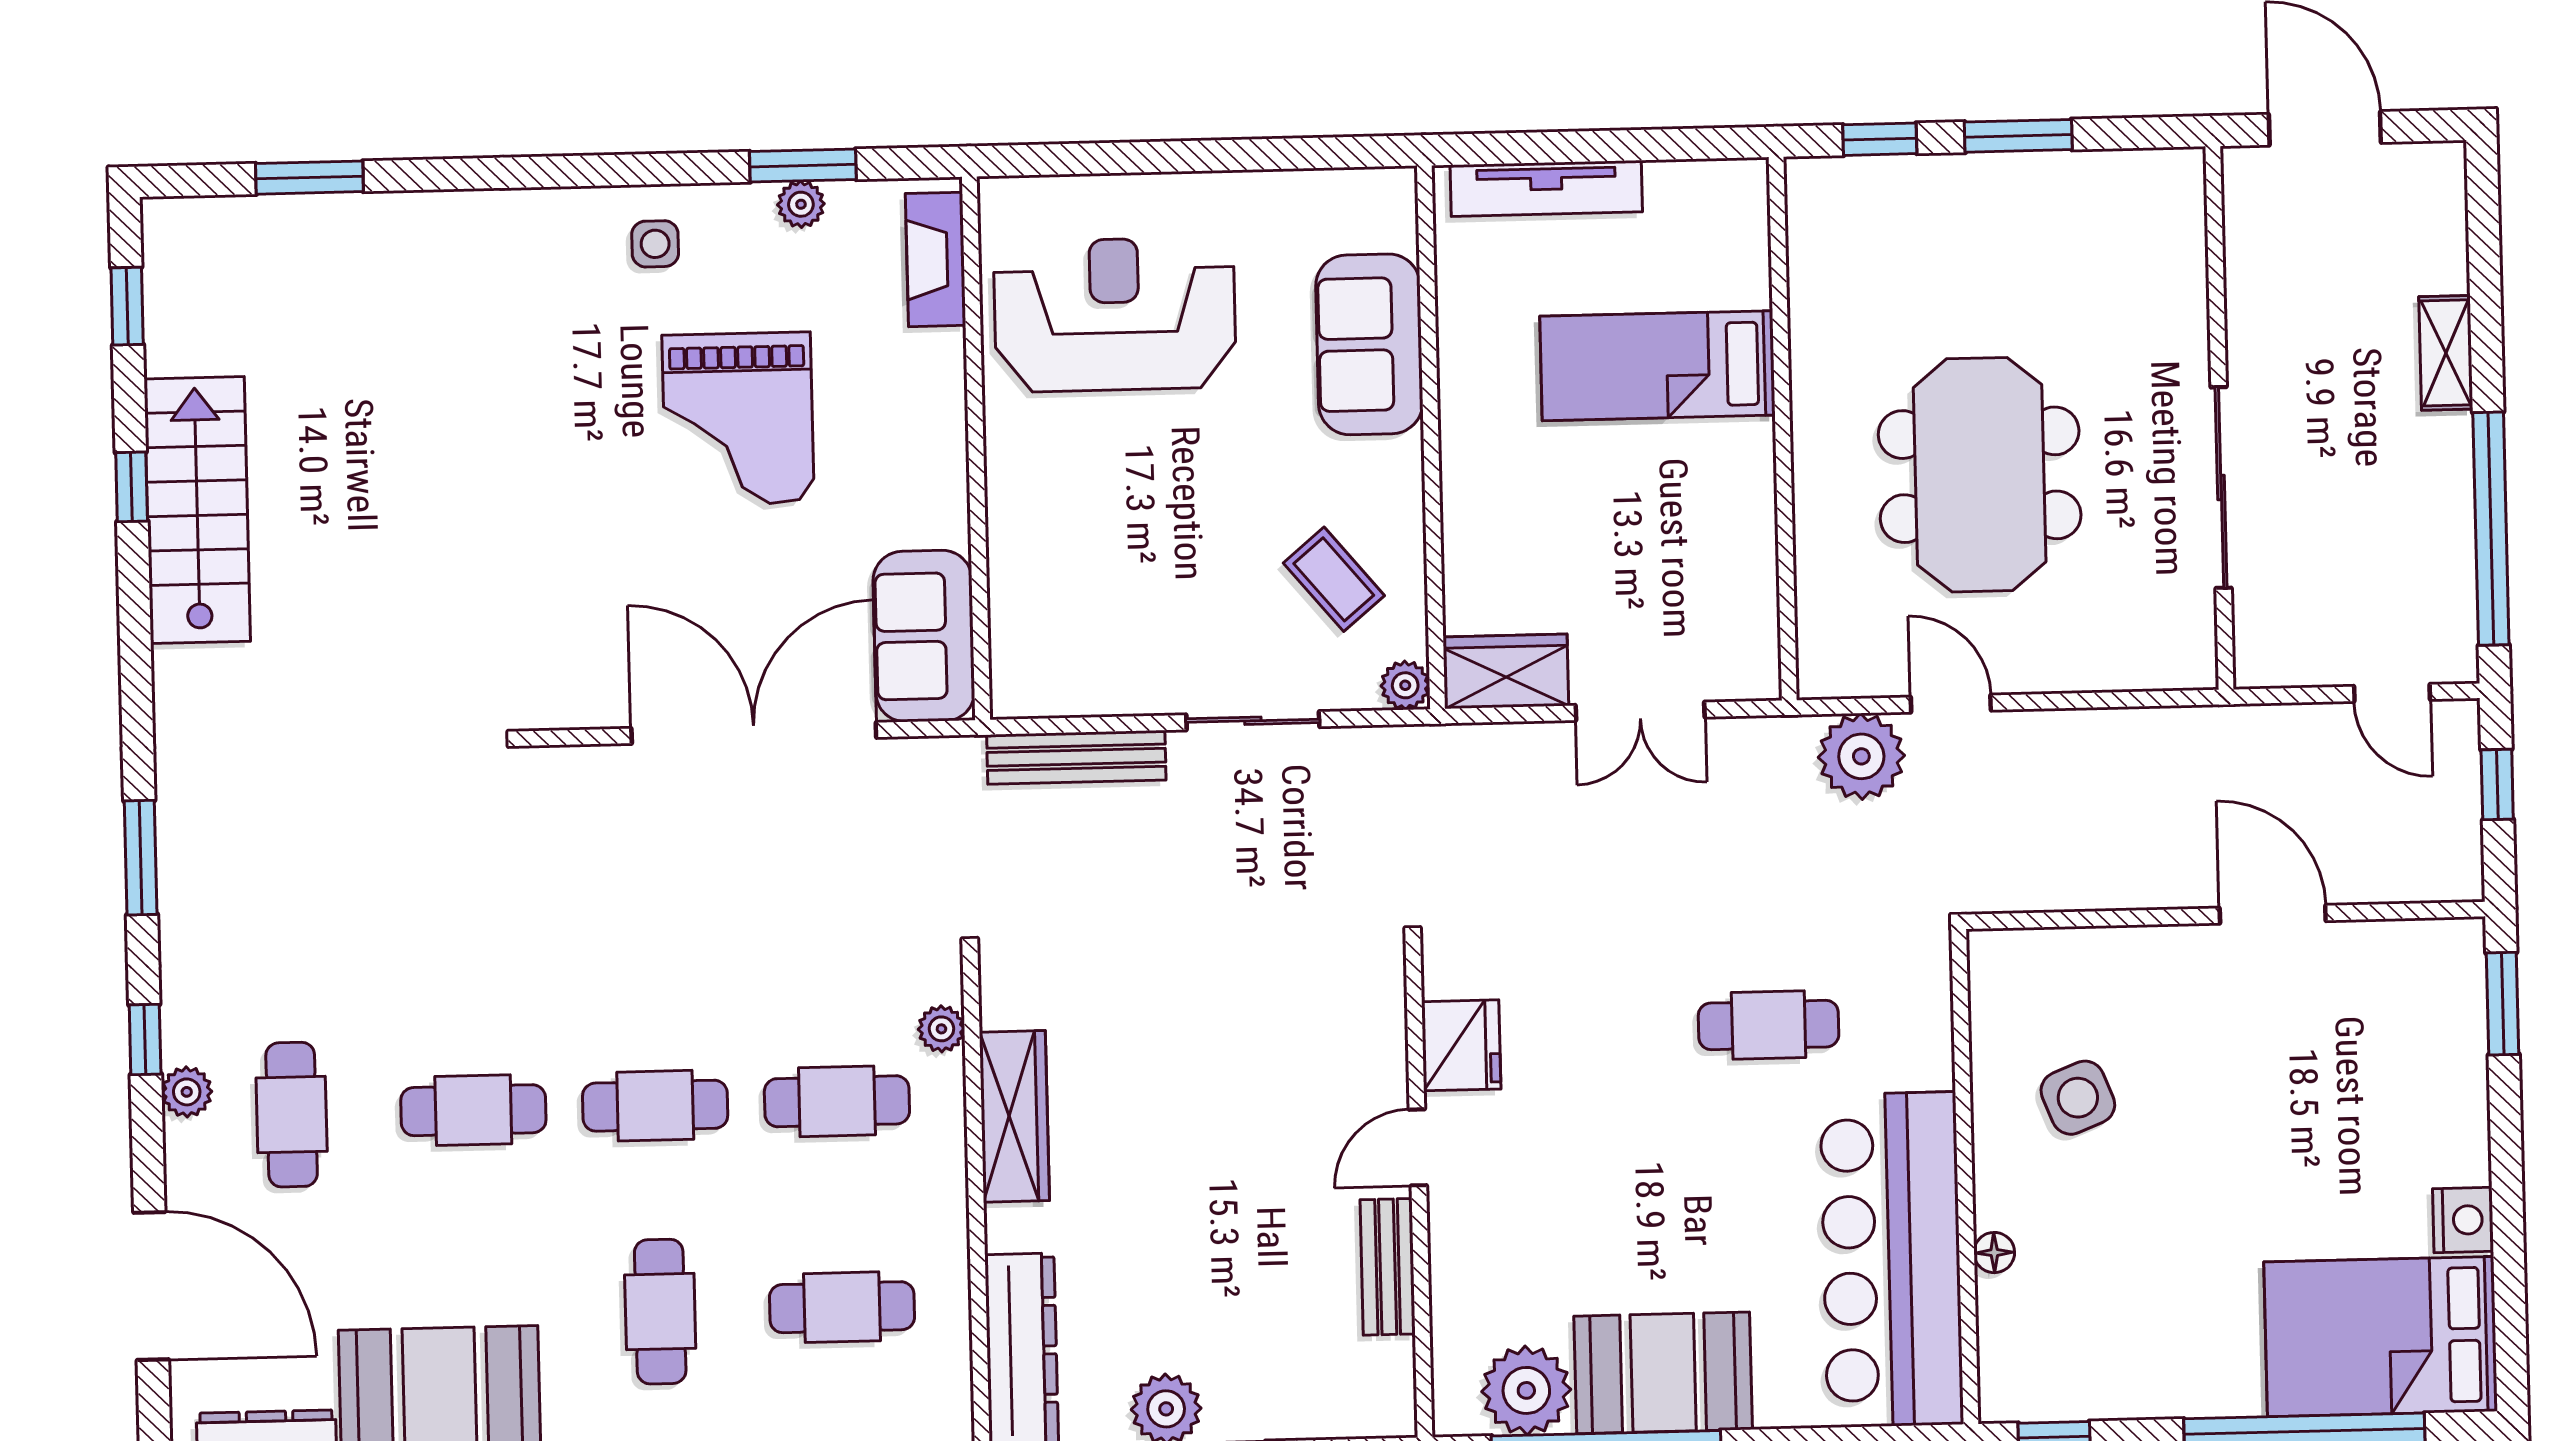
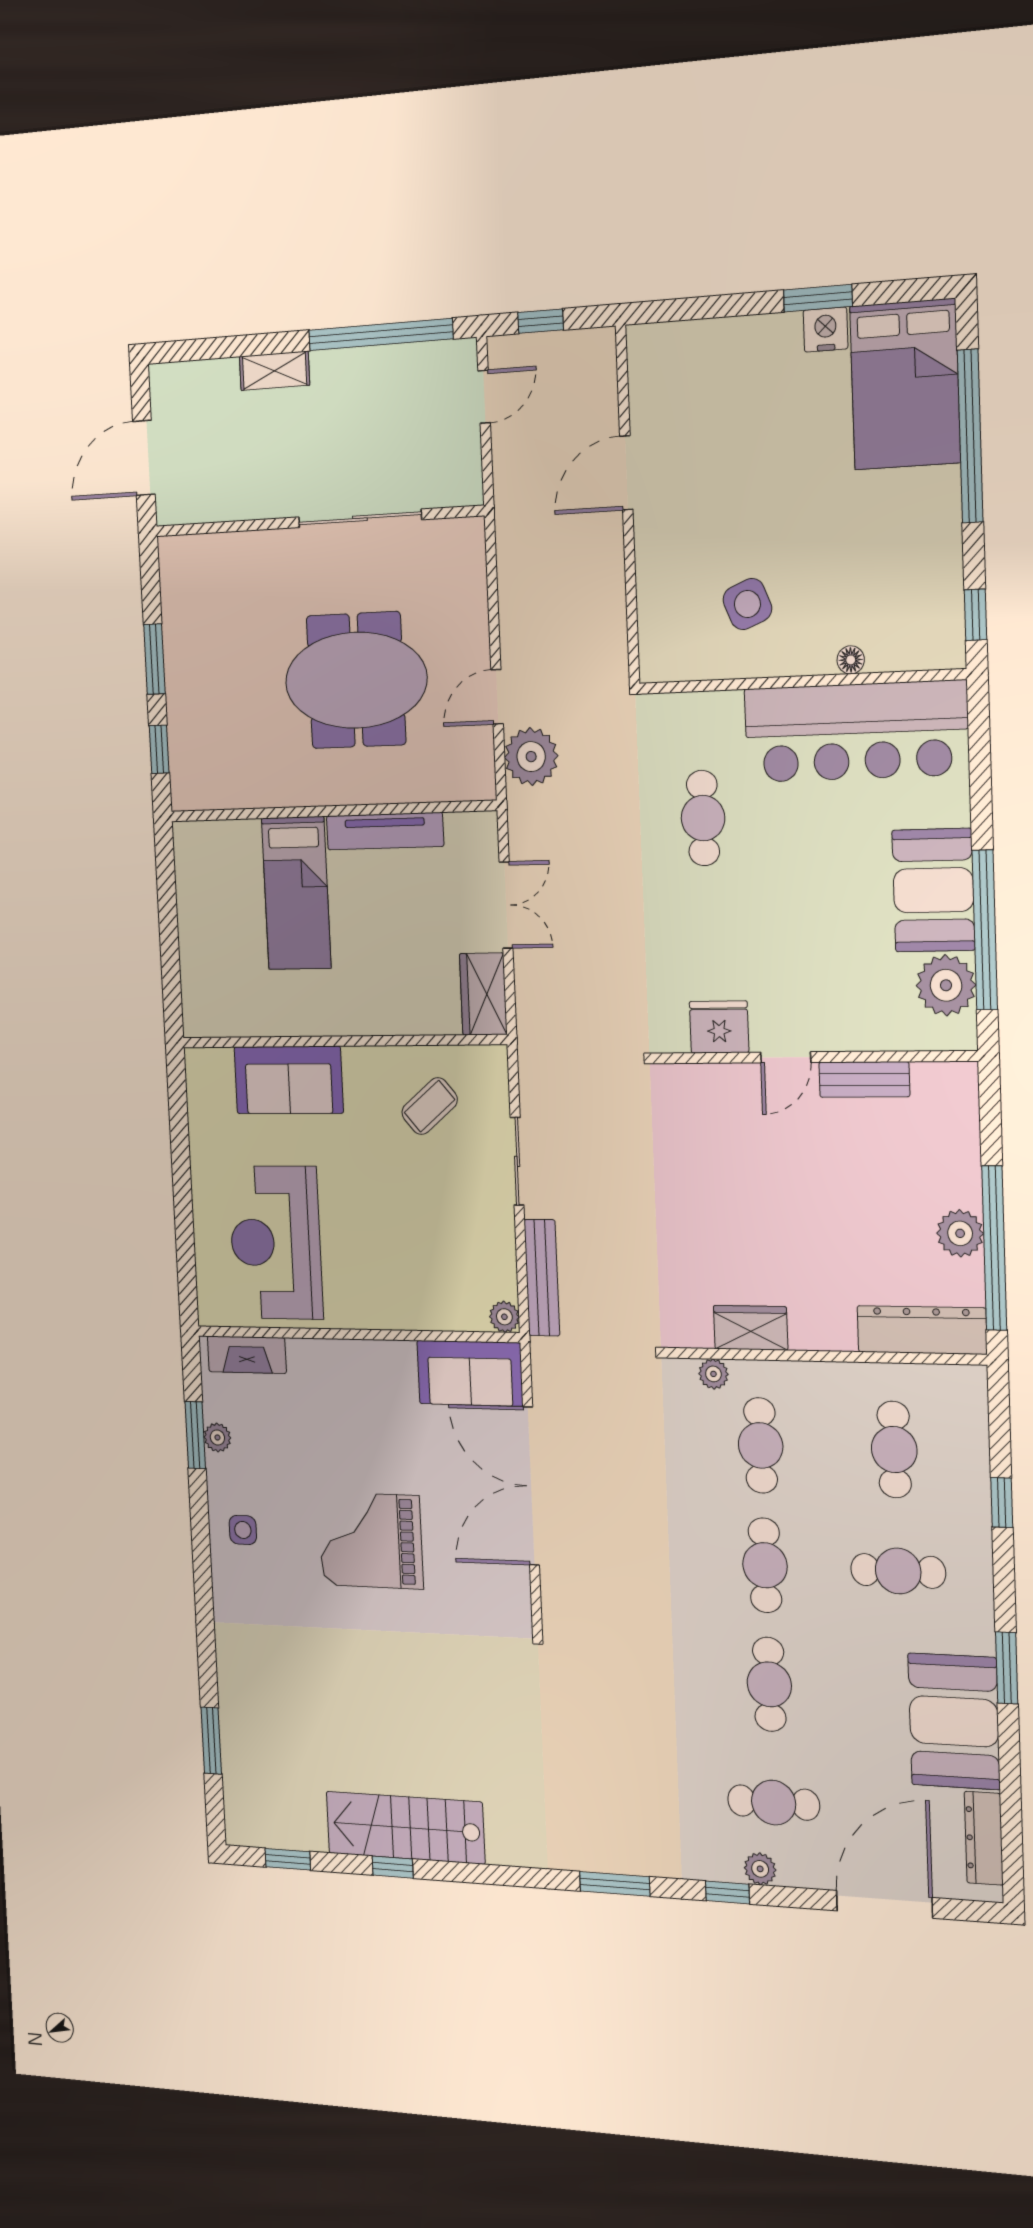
tv unit: (1546, 188) -> (385, 831), moved, turned 90
grand piano: (738, 419) -> (371, 1540), moved, turned 180
plant: (1405, 685) -> (504, 1317), moved
window: (2503, 1004) -> (818, 298), moved
wardrobe: (1014, 1116) -> (751, 1328), width x0.67
door: (1418, 1147) -> (786, 1057), hinge flipped

